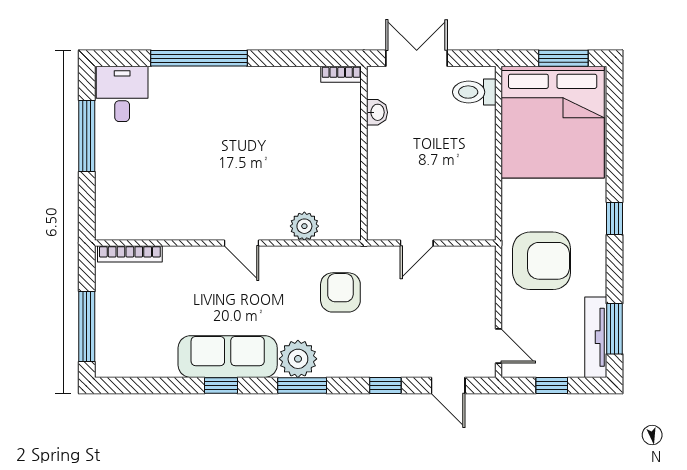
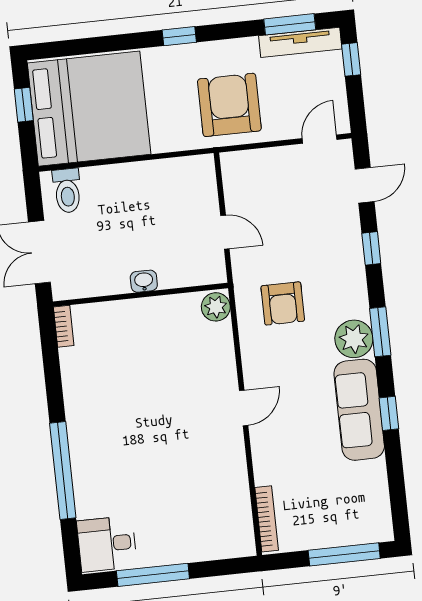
window: (563, 58) -> (24, 105), width x0.67
washbasin: (377, 112) -> (144, 281), moved
plant: (304, 226) -> (216, 307), moved
armchair: (340, 292) -> (283, 303), turned -90
window: (552, 385) -> (351, 59), moved

